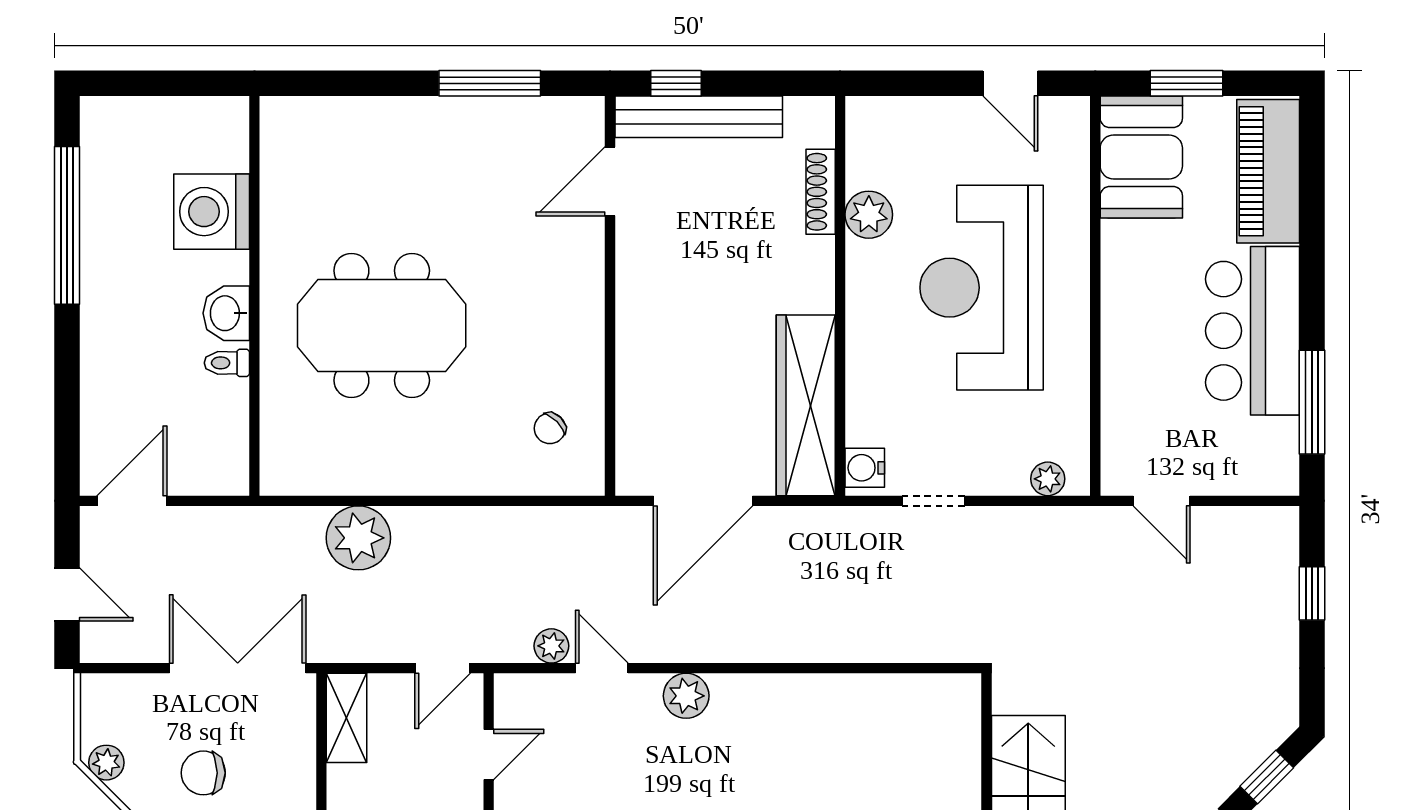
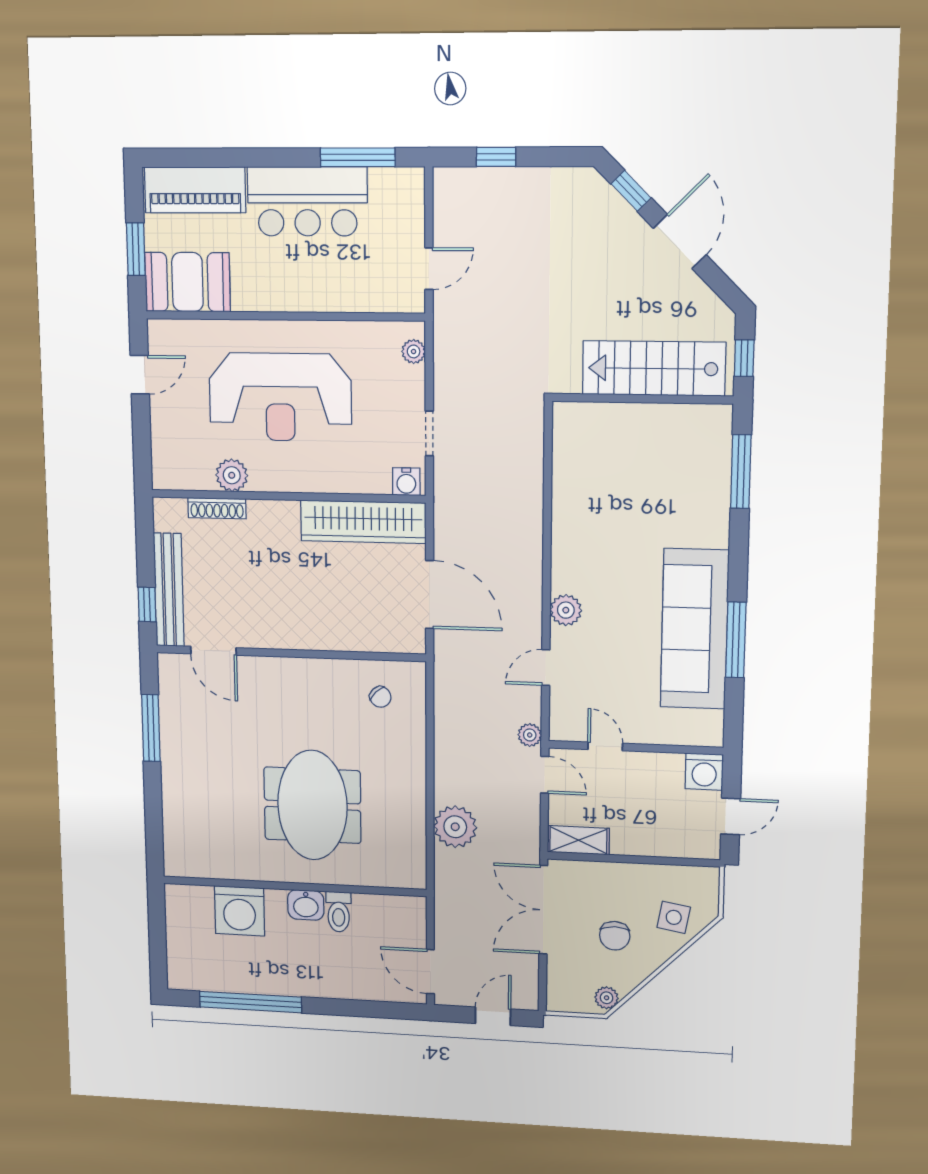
toilet: (227, 363) -> (339, 912), width x1.37, depth x1.39
plant: (551, 646) -> (530, 735), moved

